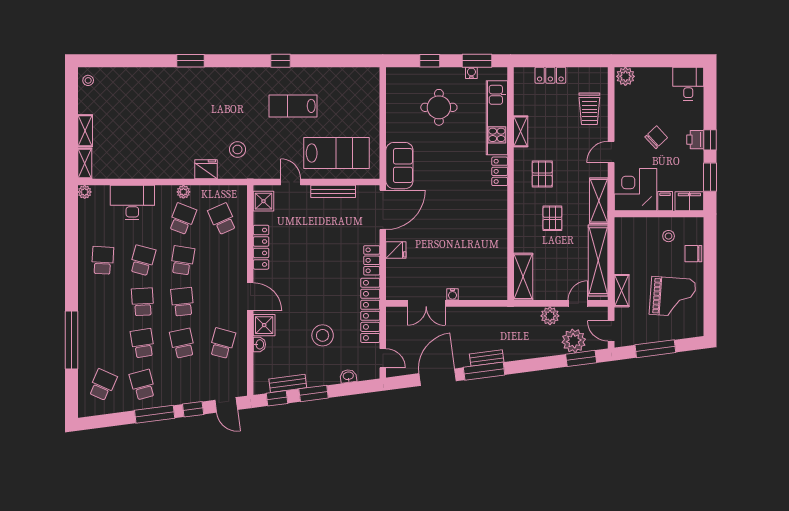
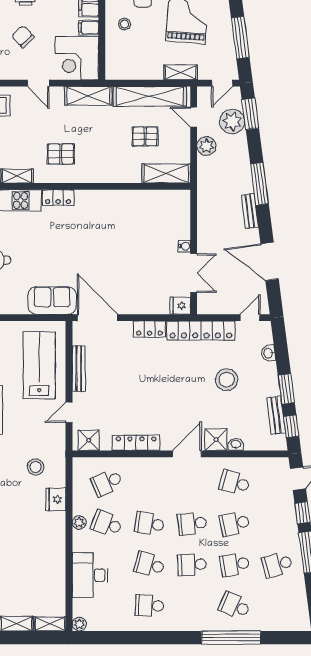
pallet: (552, 218) -> (145, 136), moved
fridge: (396, 250) -> (180, 306), moved, turned -90
window: (484, 371) -> (259, 184), moved
school desk: (103, 385) -> (235, 606), moved

